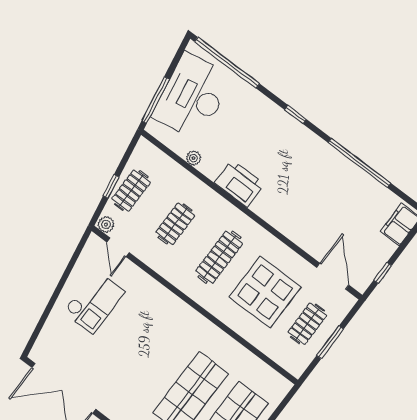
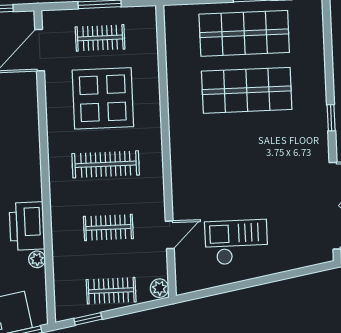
printer: (239, 183) -> (27, 226), moved
window: (111, 187) -> (88, 319), moved
door: (118, 247) -> (170, 235), moved

